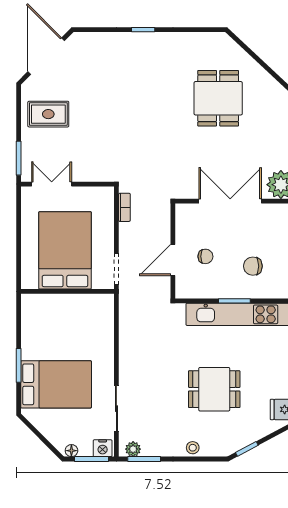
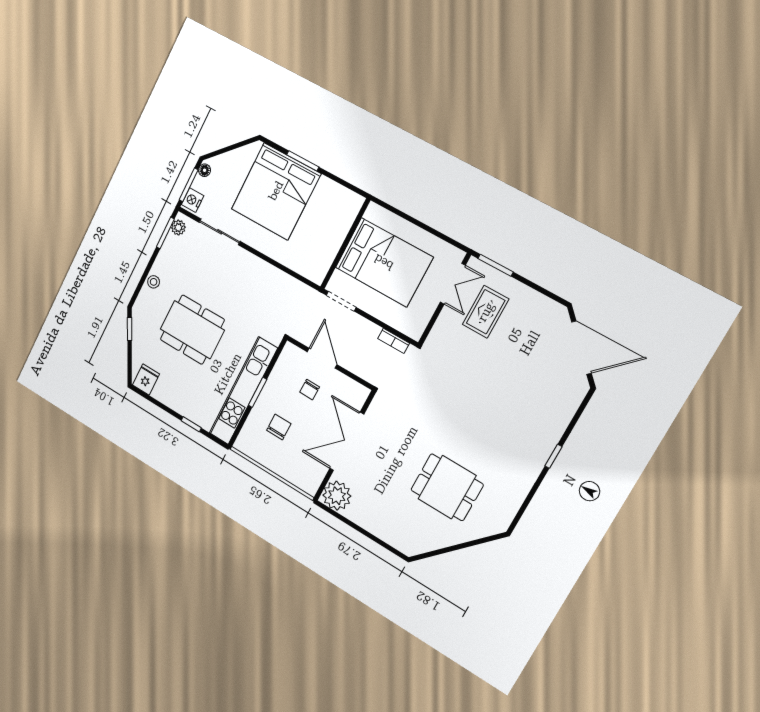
rug: (48, 114) -> (486, 312), moved
double door: (230, 201) -> (347, 441), swing flipped
bed: (56, 384) -> (276, 191), width x1.36
dining table: (214, 389) -> (192, 330), width x1.38

